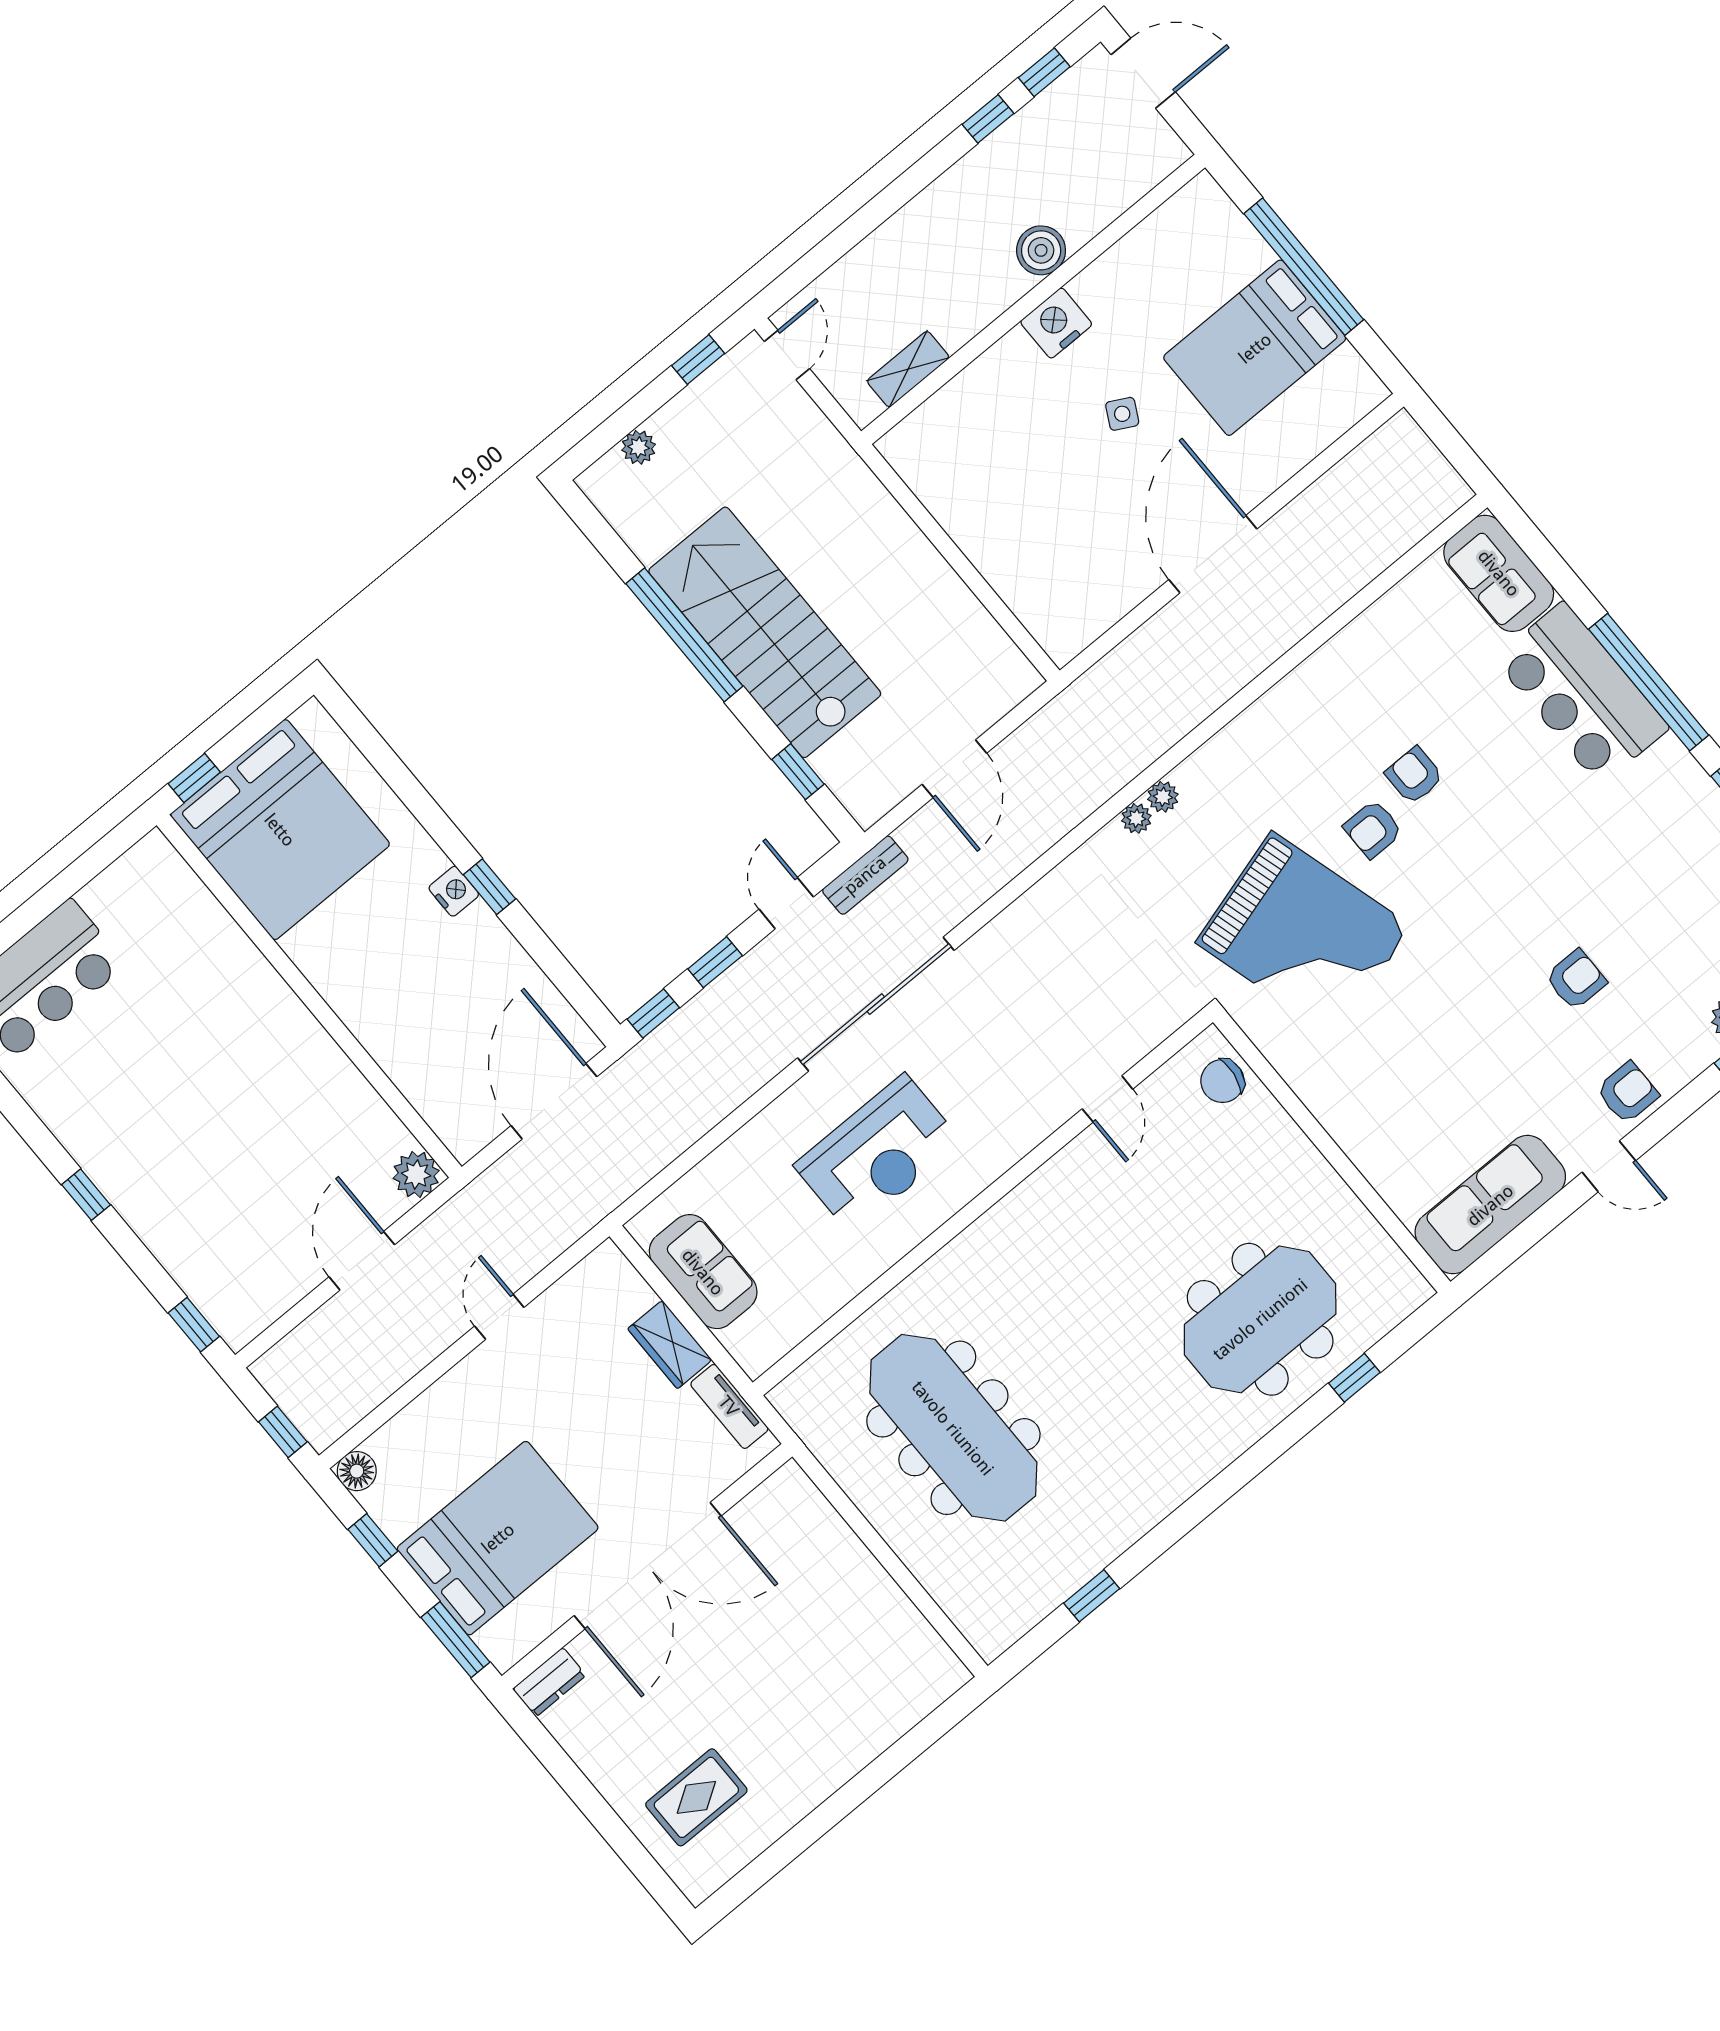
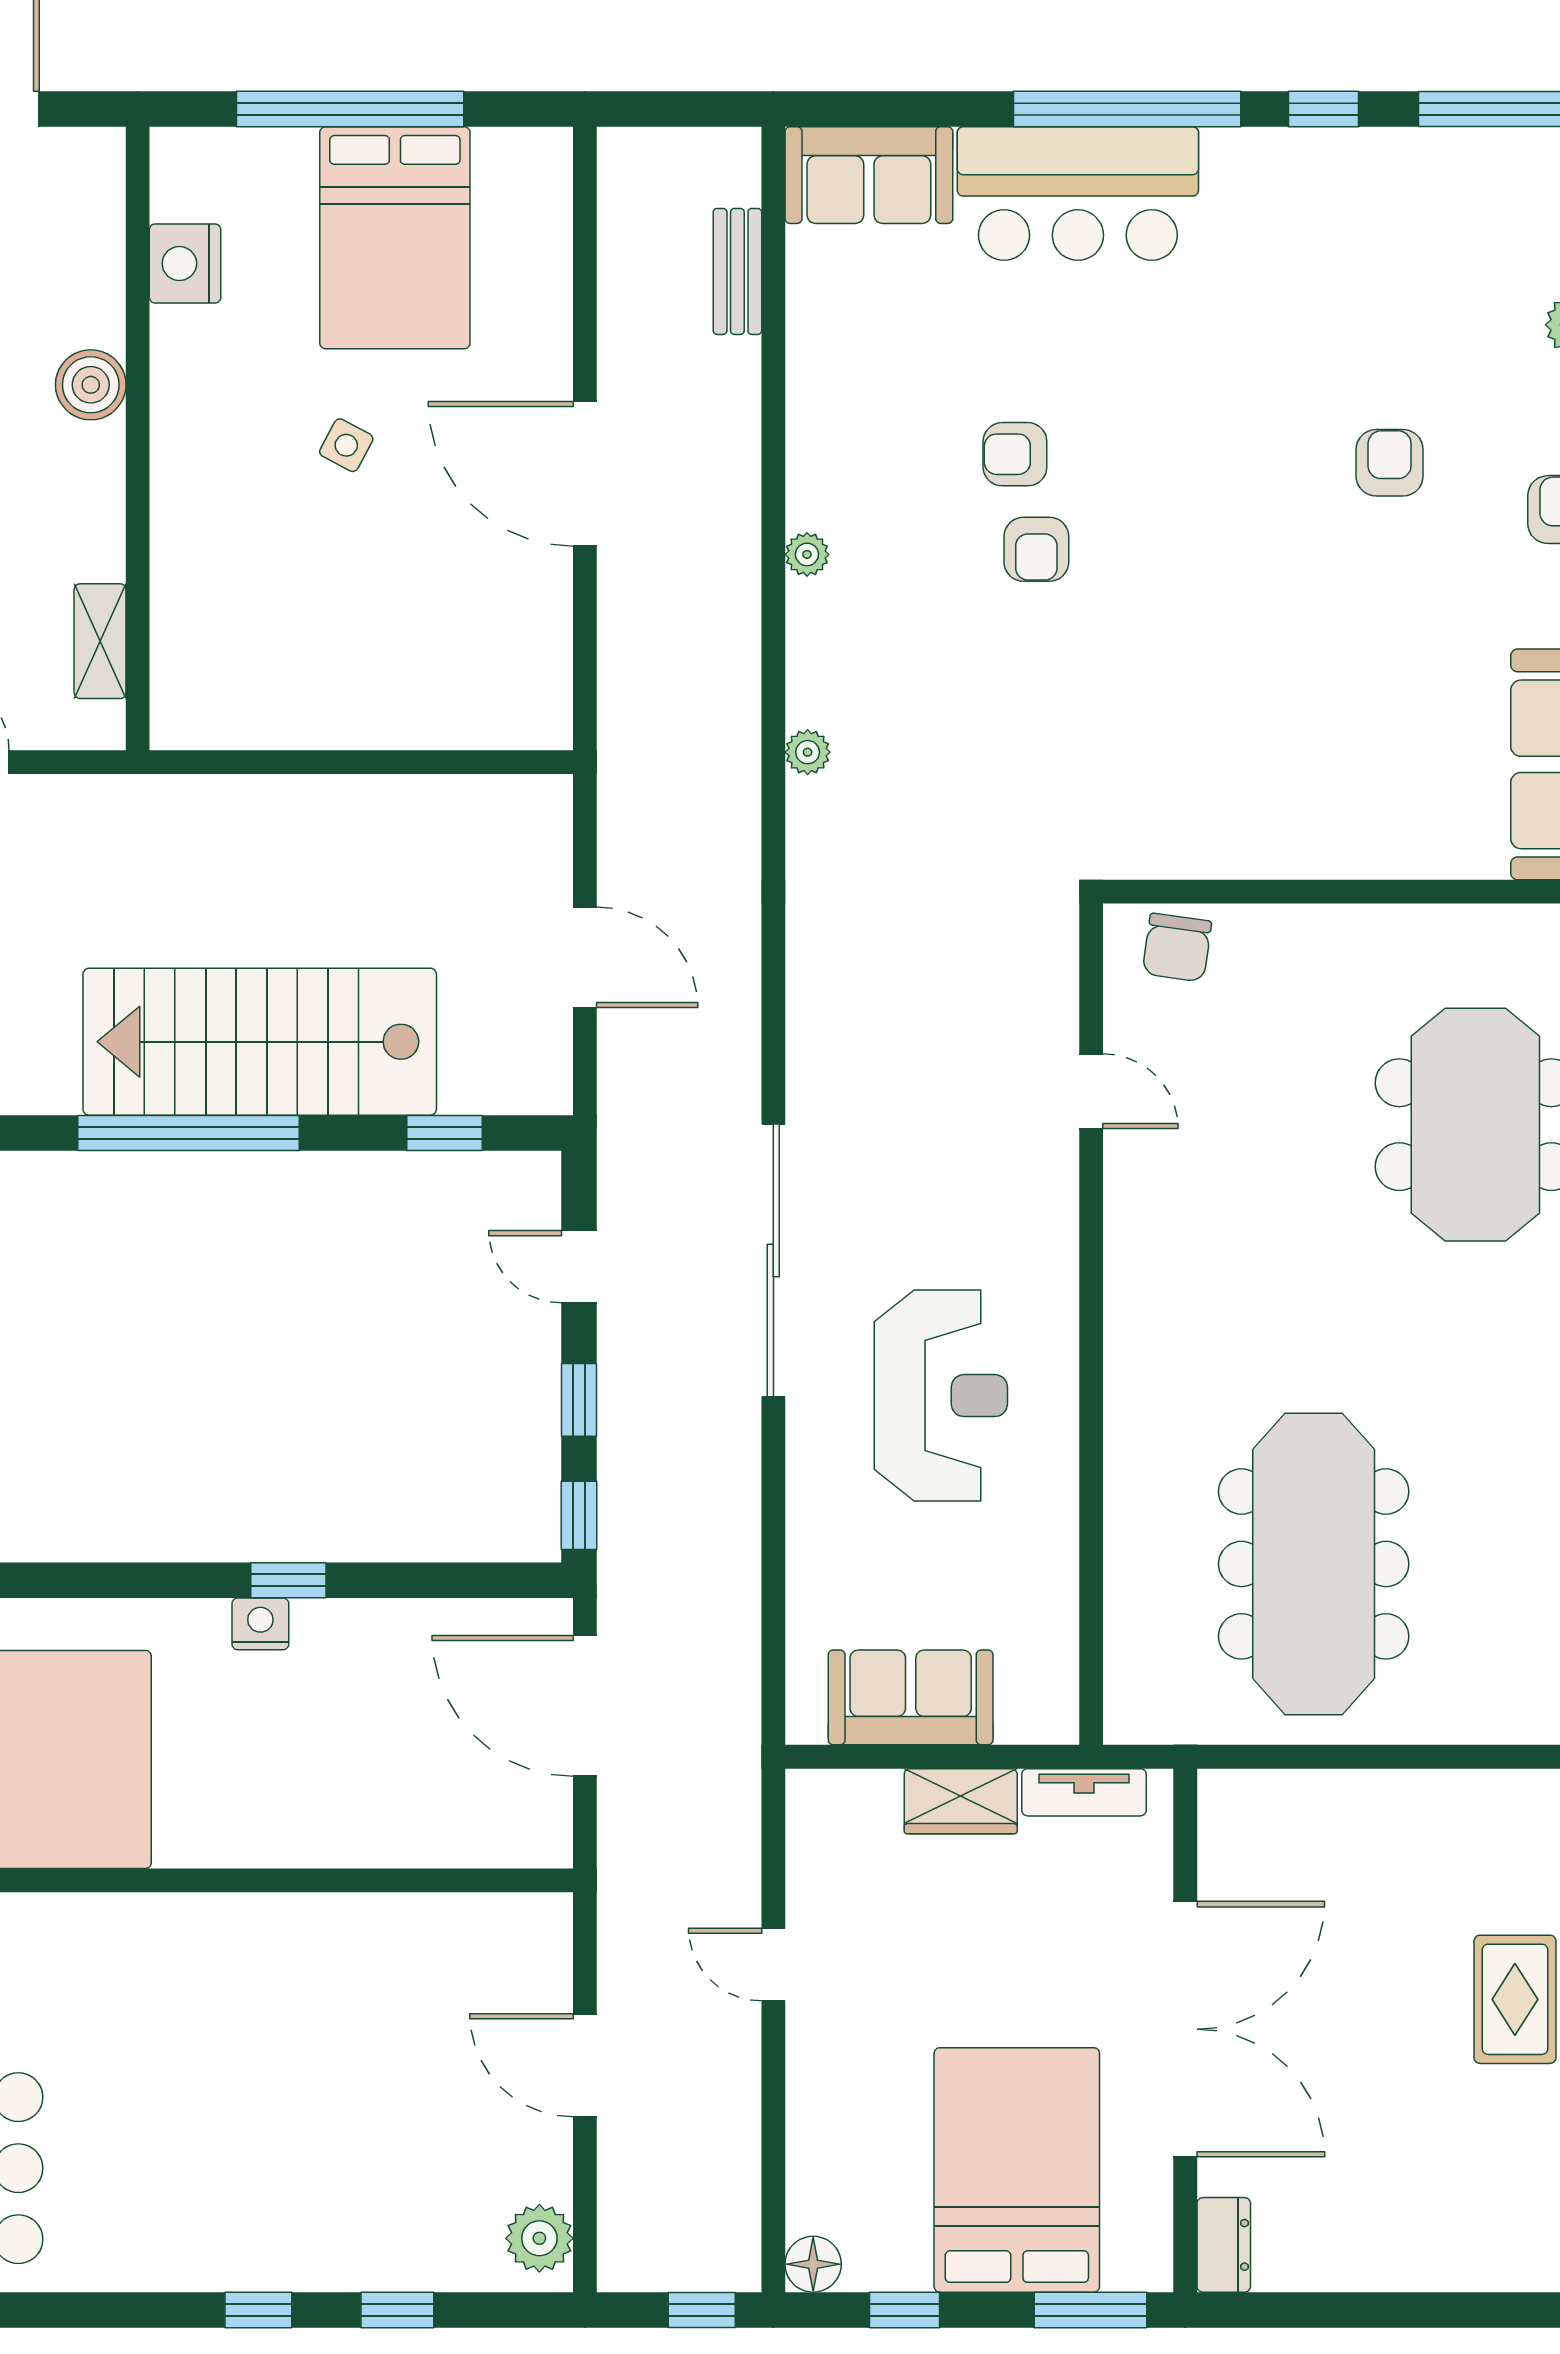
nightstand: (1056, 323) -> (185, 263), moved
plant: (1136, 818) -> (807, 554), moved
bench: (865, 875) -> (737, 271), moved
grand piano: (1303, 934) -> (1089, 723), removed
plant: (416, 1174) -> (539, 2238), moved
window: (194, 1325) -> (397, 2310), moved
meeting table: (953, 1428) -> (1314, 1564), turned 90
rug: (696, 1797) -> (1515, 1999), moved

